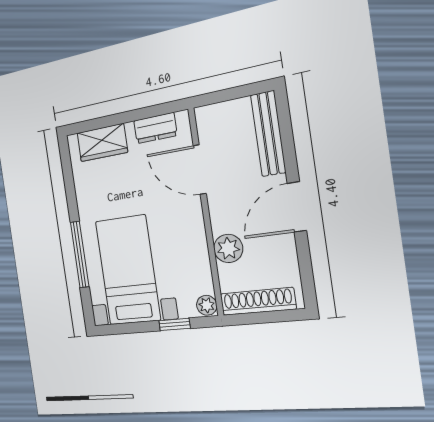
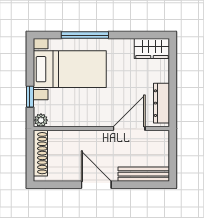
dresser: (155, 128) -> (162, 103), width x1.44
wardrobe: (102, 143) -> (152, 49), moved, turned -90
plant: (228, 248) -> (76, 139), removed

